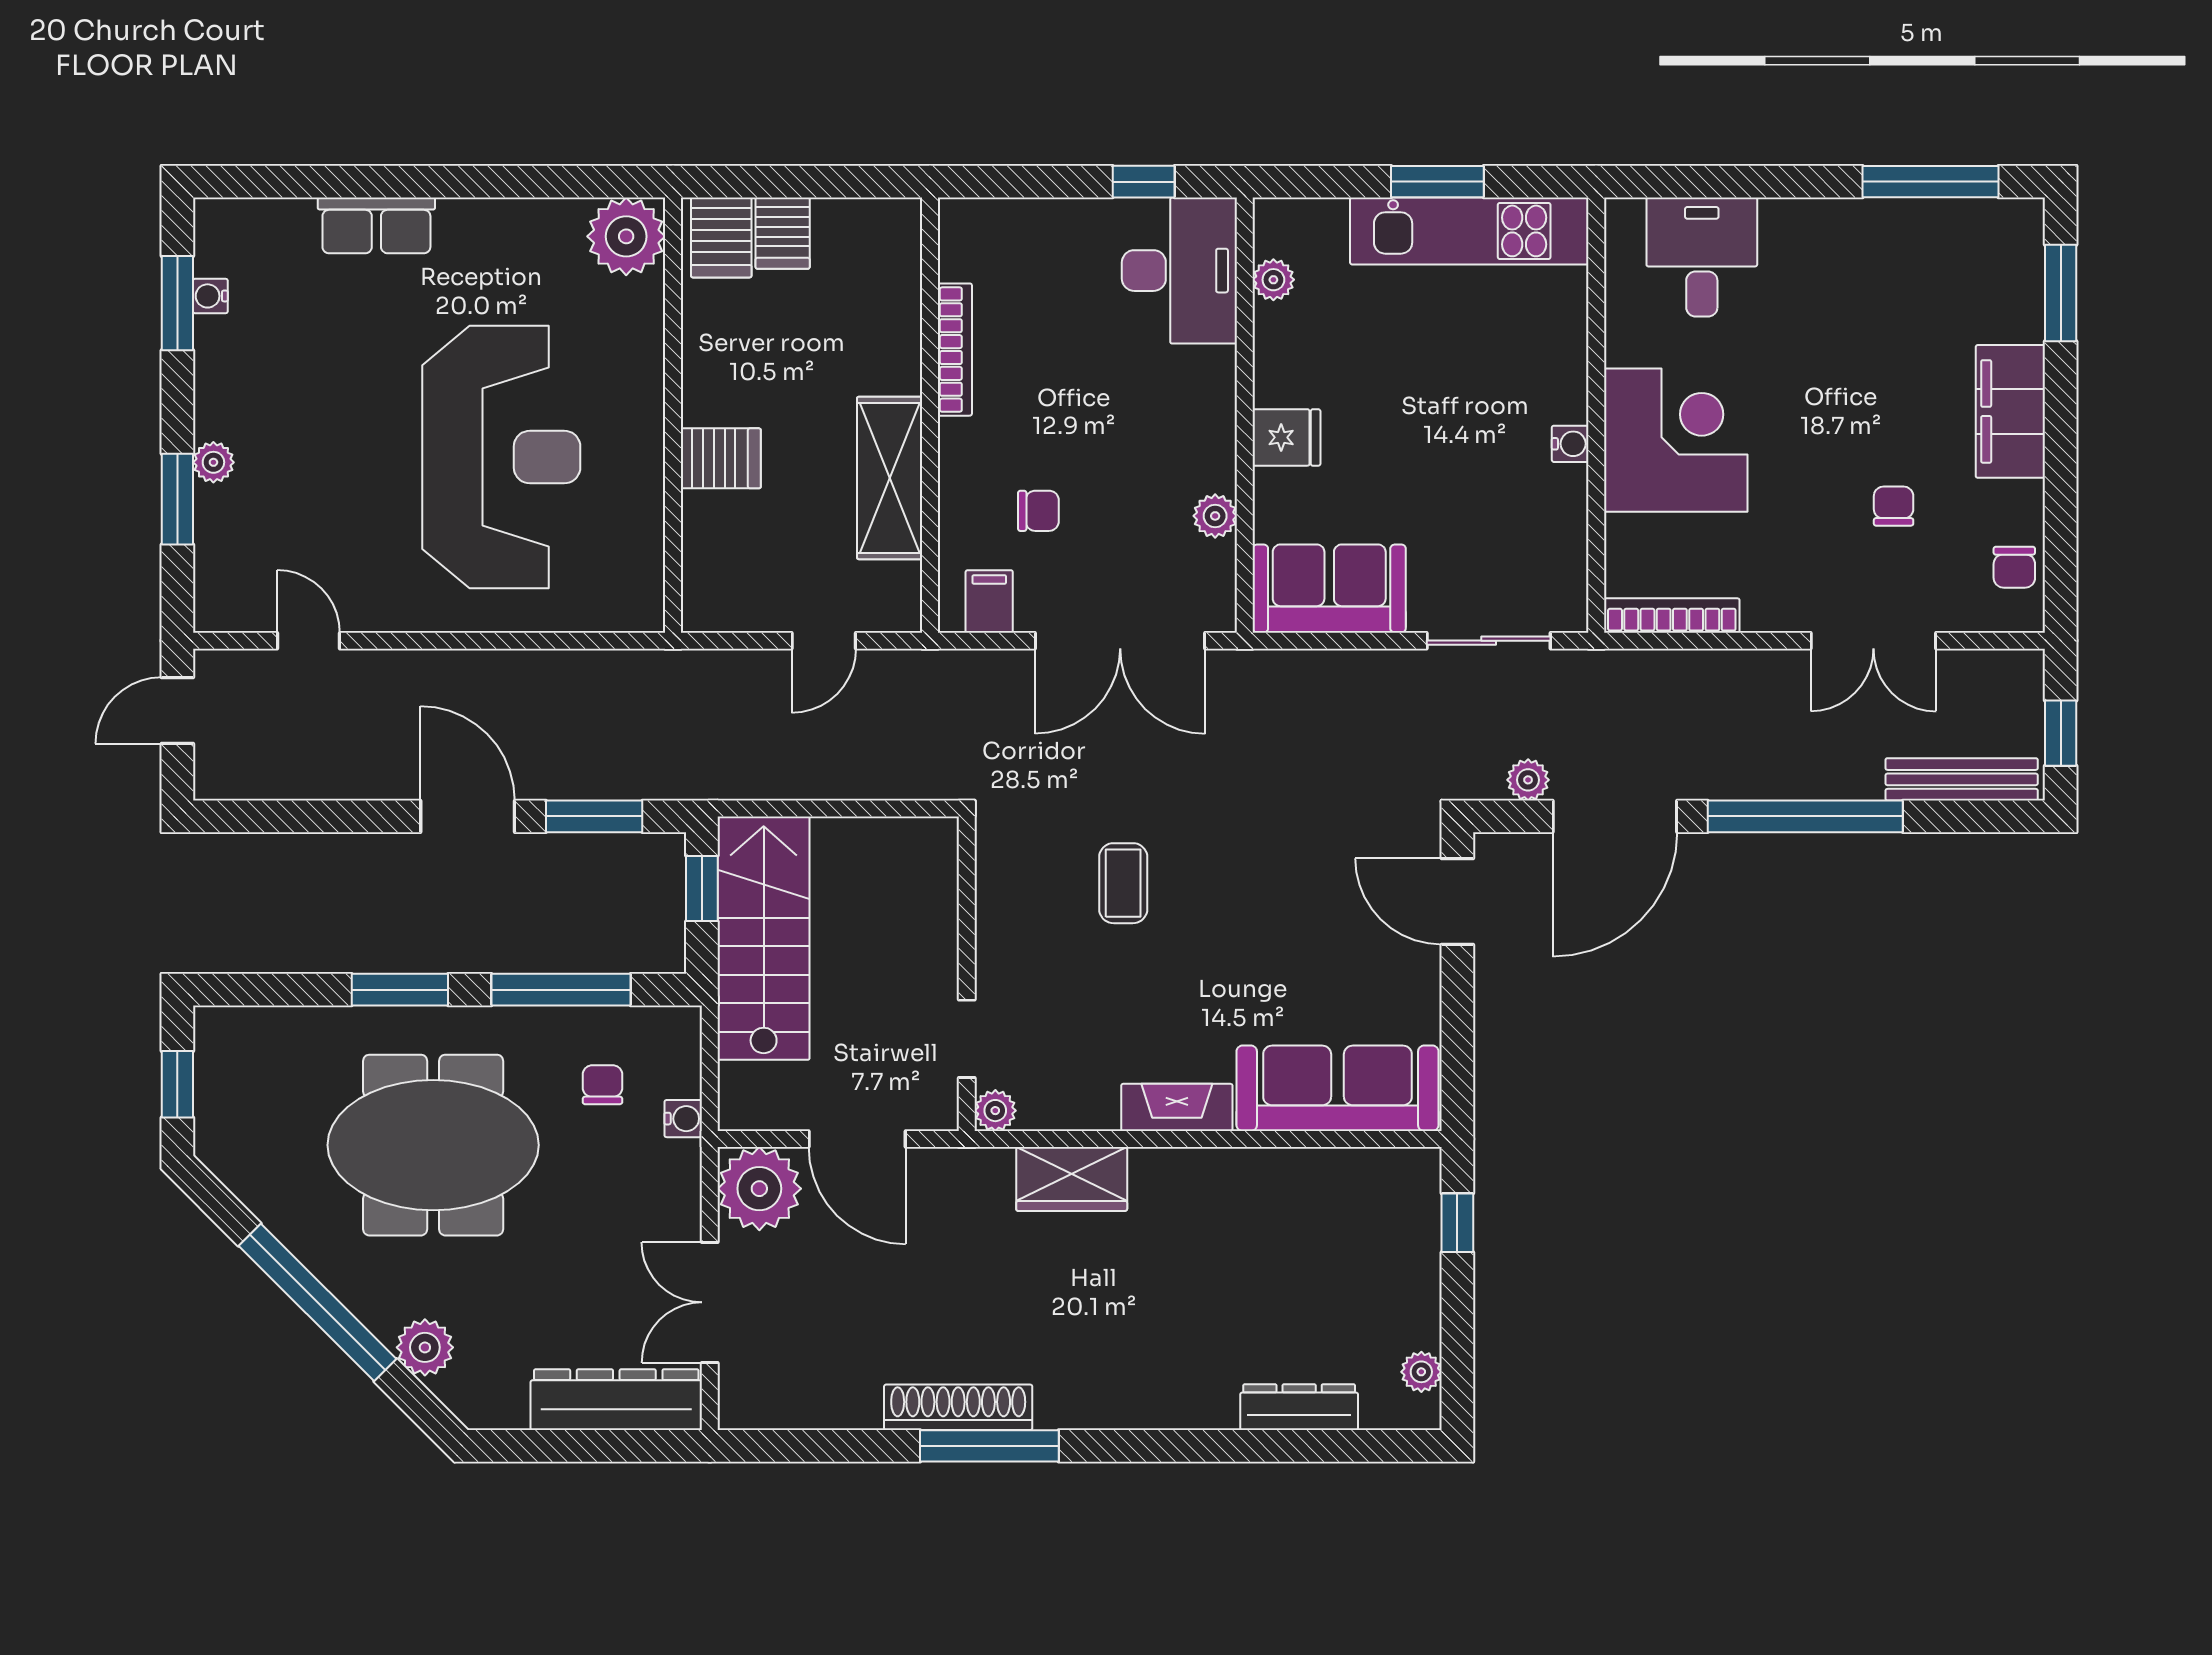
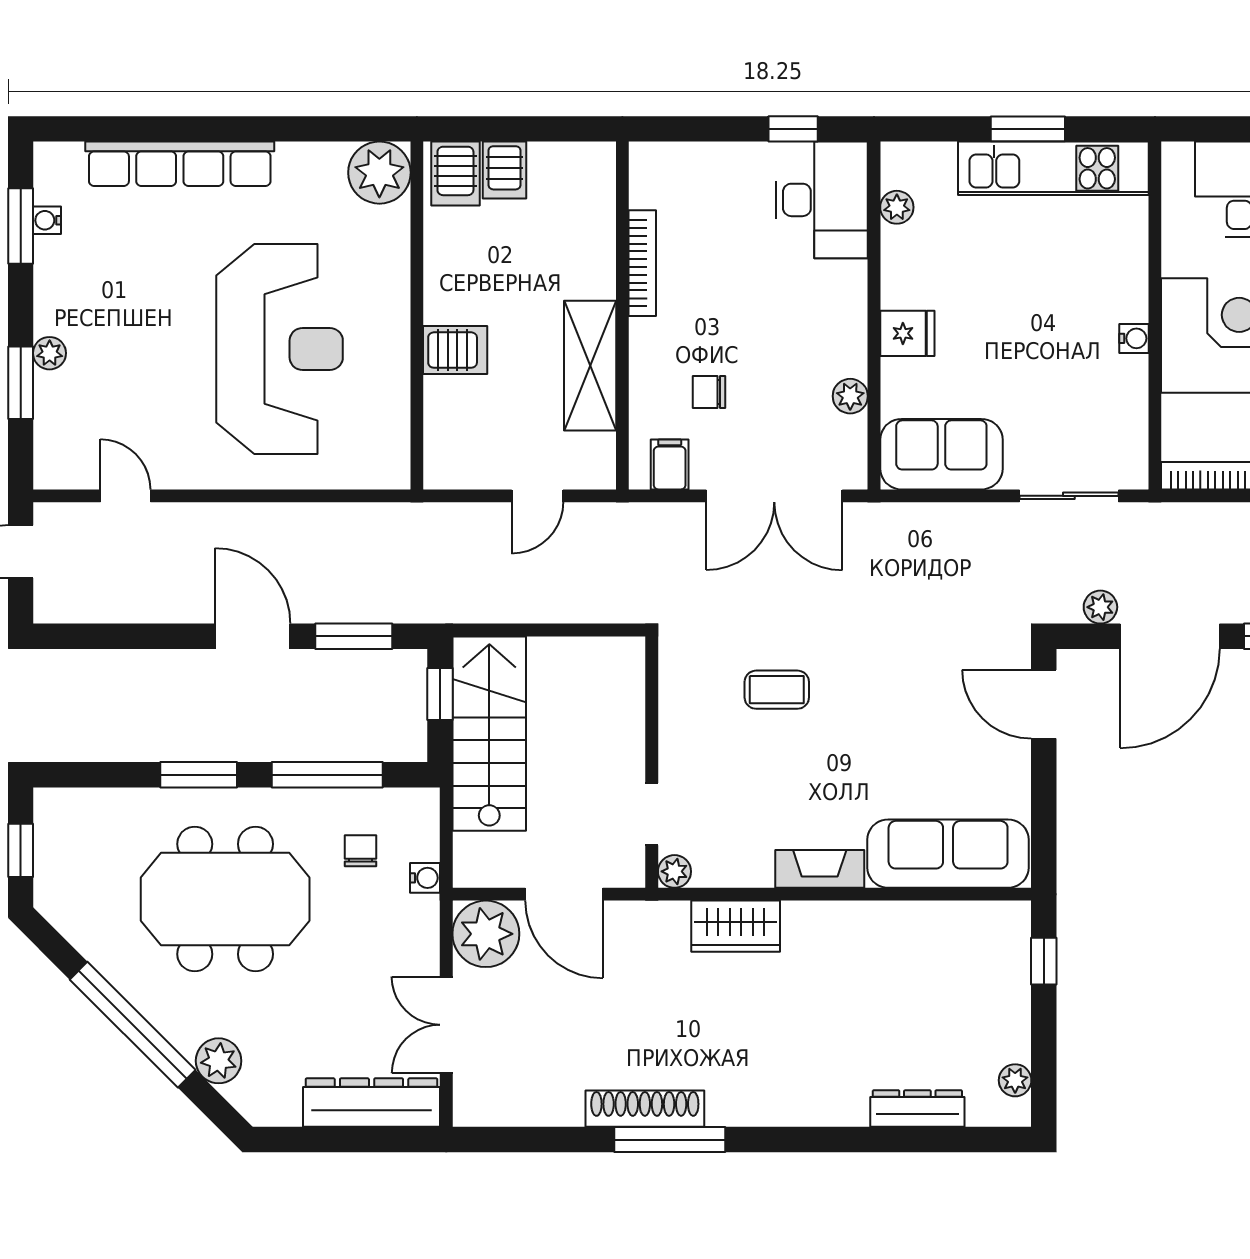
row of seats: (376, 225) -> (180, 164), width x2.02
chair: (1038, 511) -> (709, 392), turned 180
coffee table: (1123, 883) -> (777, 690), turned 90

